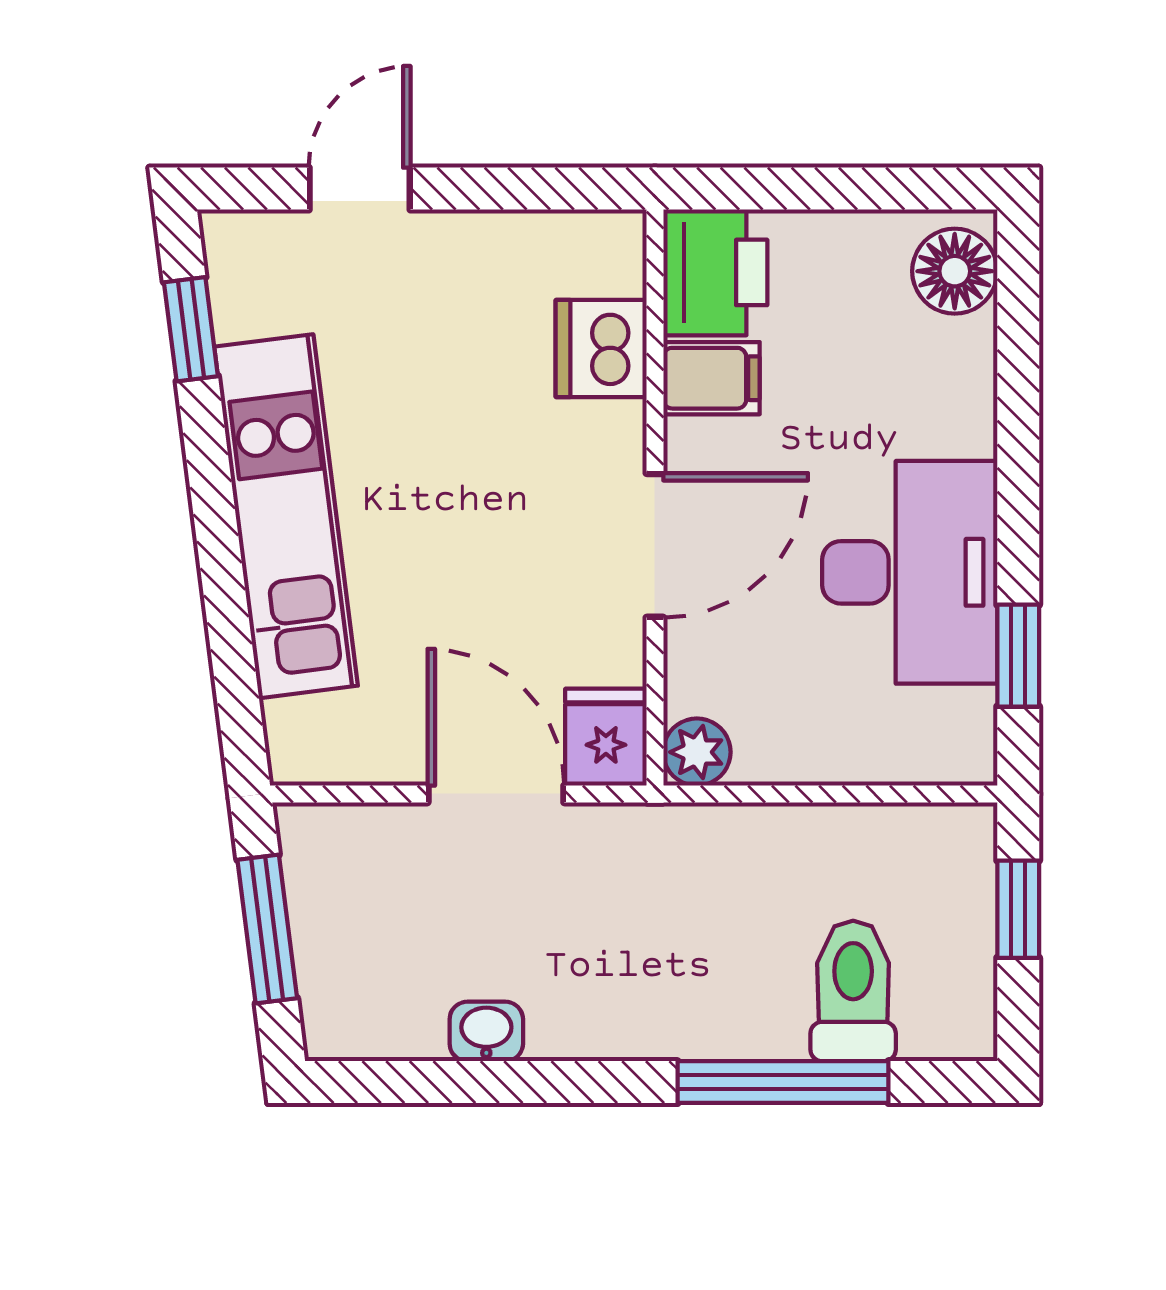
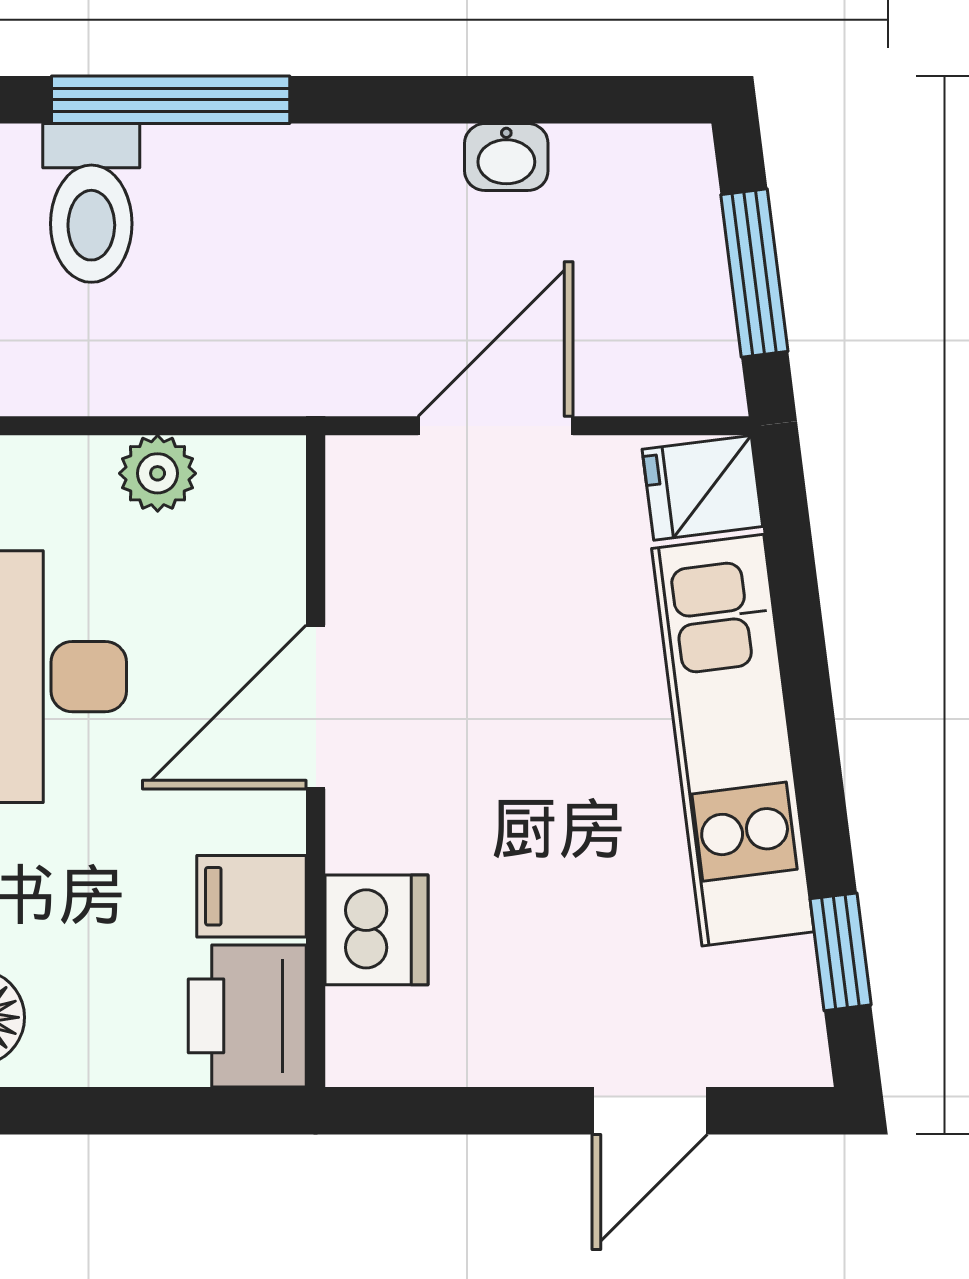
fridge: (606, 737) -> (702, 488), moved, turned 83
plant: (697, 752) -> (158, 473), moved
door: (496, 794) -> (496, 426), swing flipped

